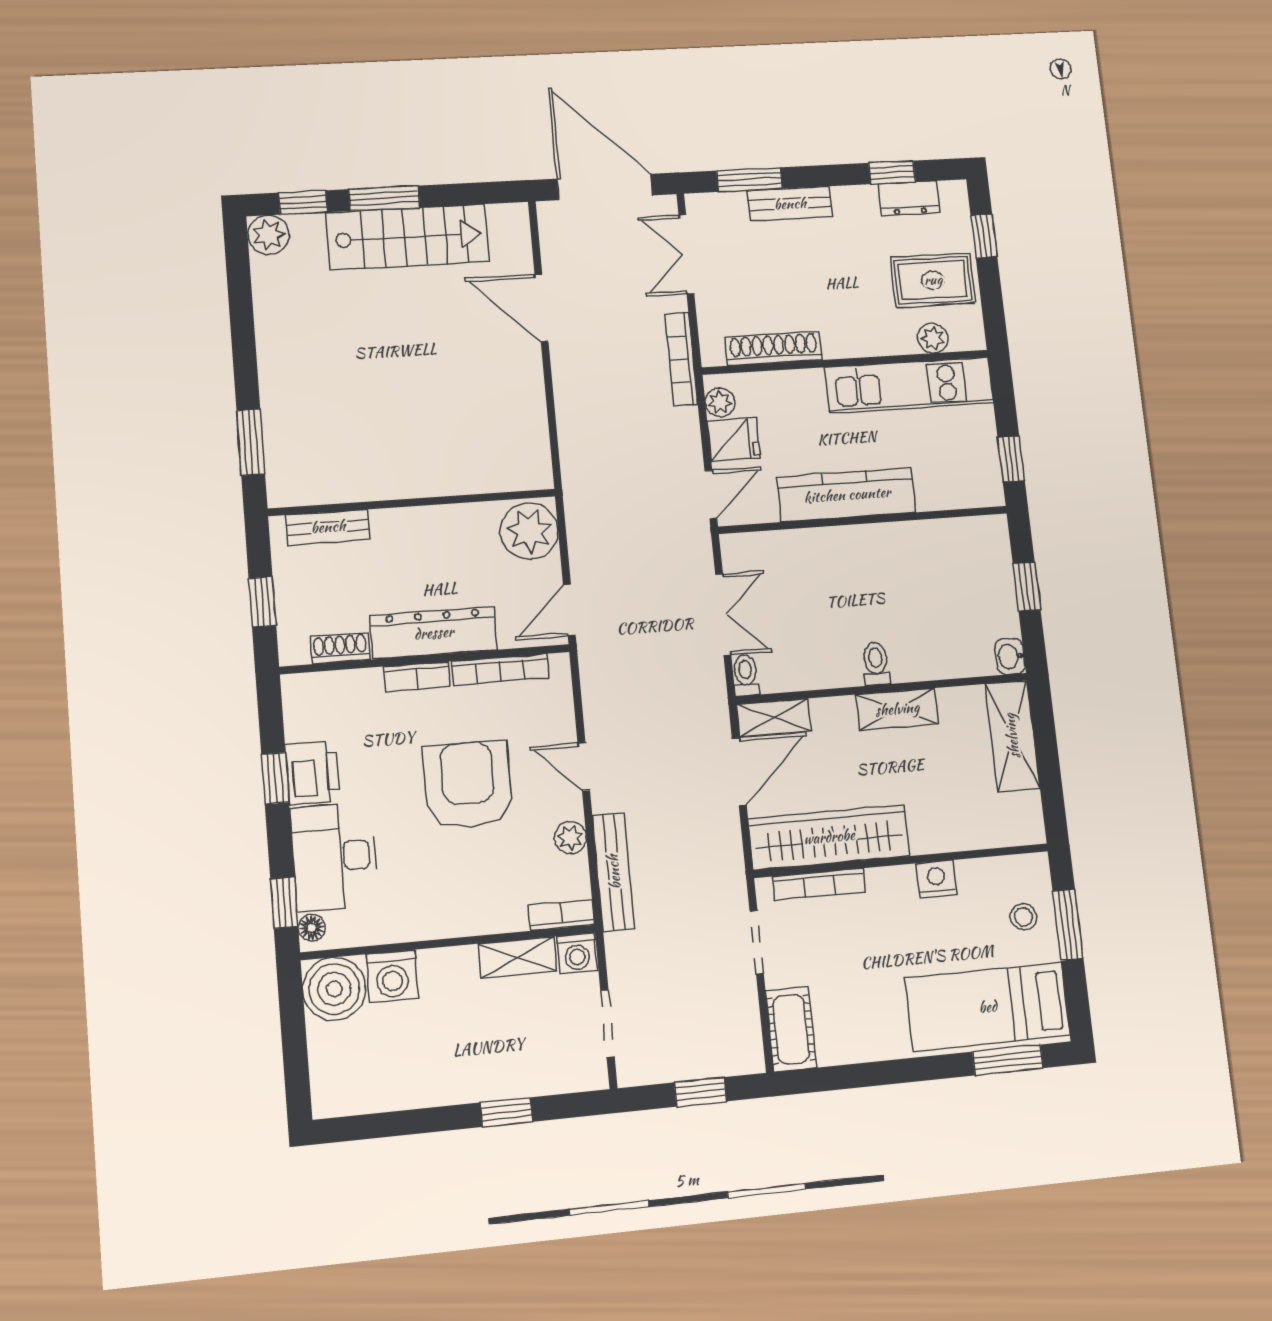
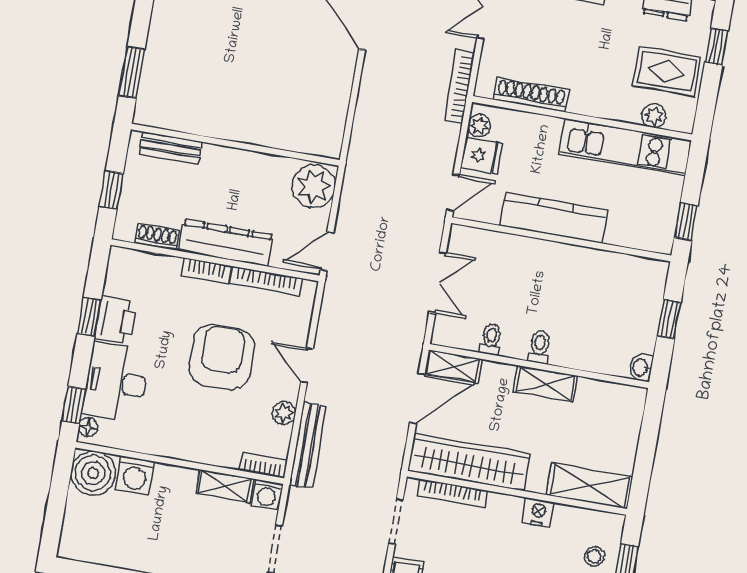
toilet: (746, 675) -> (491, 339), moved
shelving: (1012, 736) -> (590, 486), moved, turned 90

